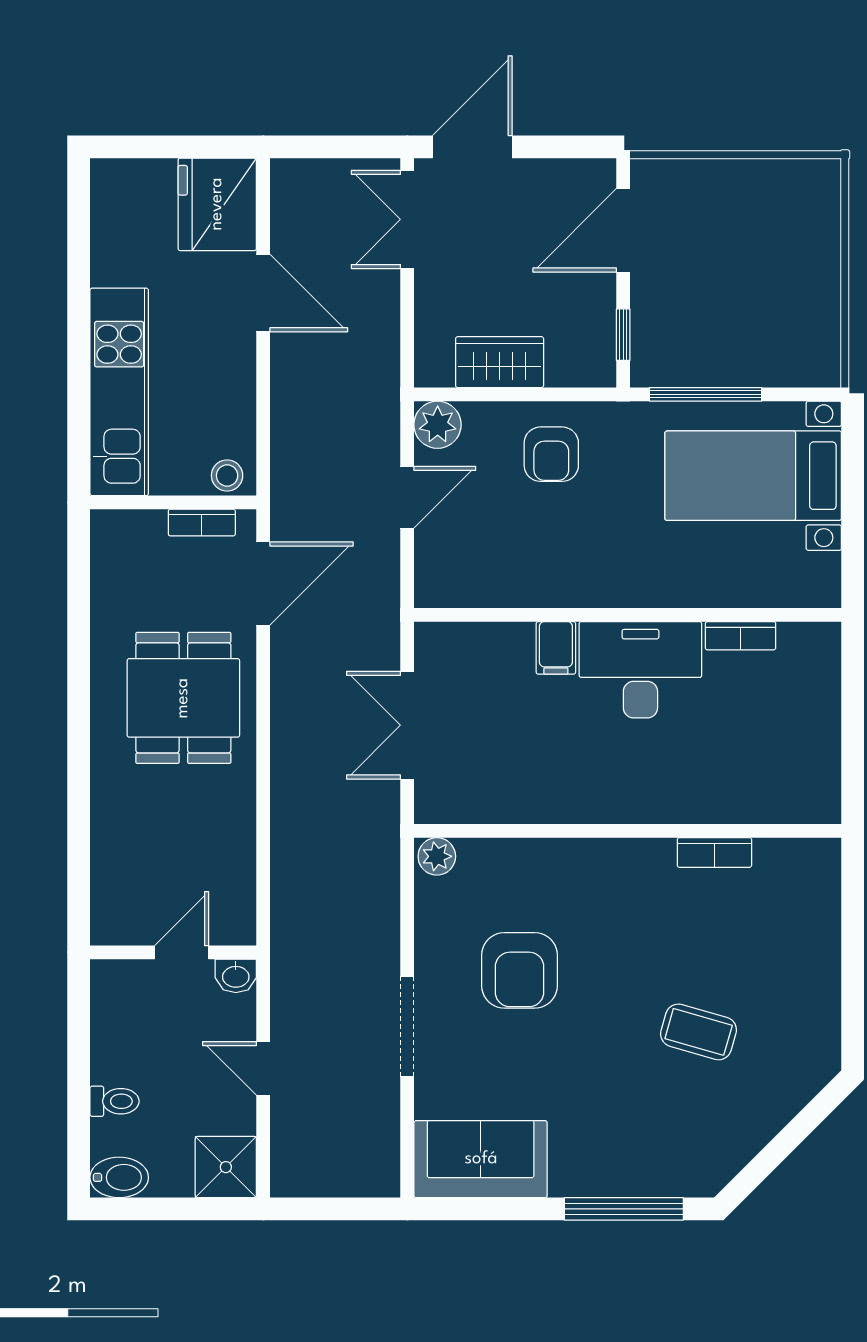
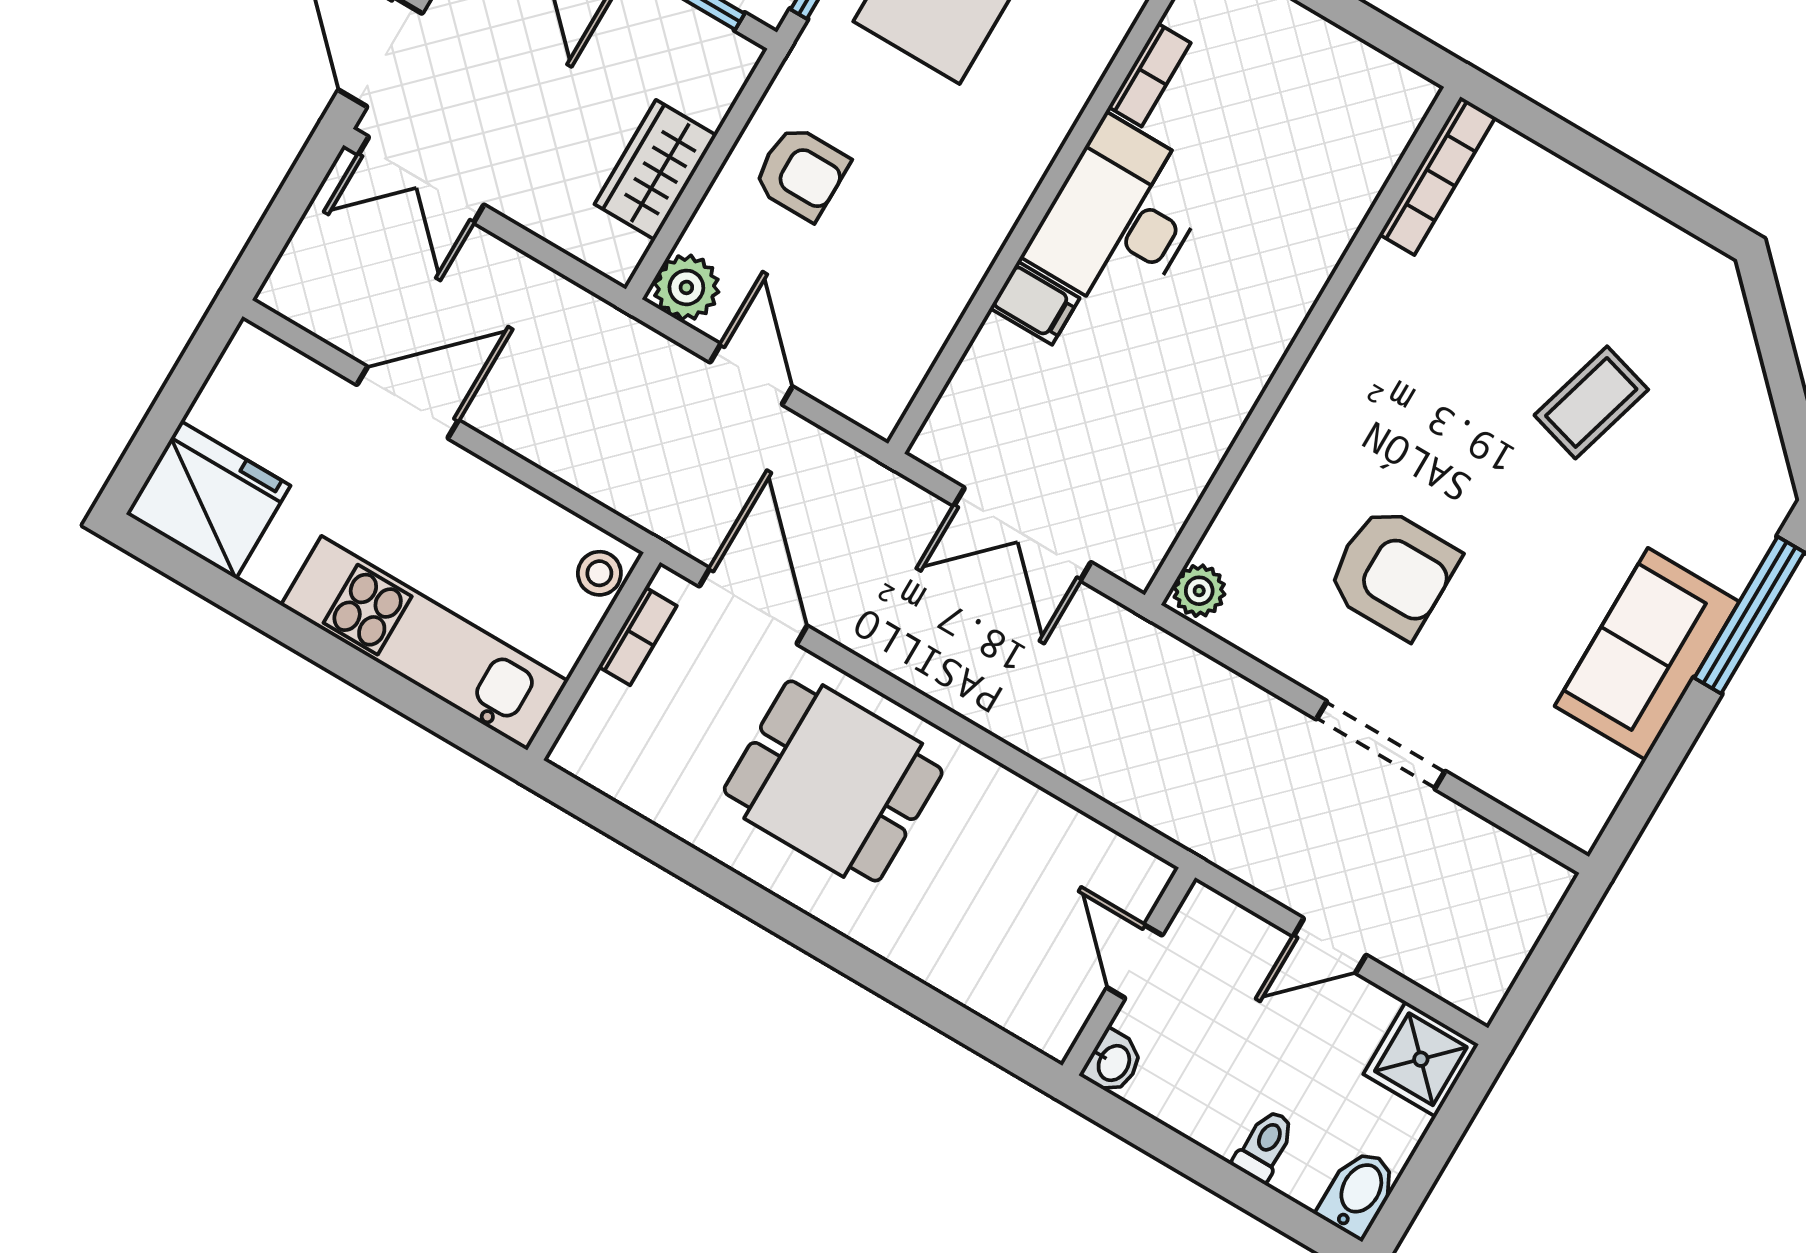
fridge: (217, 204) -> (208, 500), moved, turned 180
bookcase: (714, 852) -> (1437, 176), moved, width x1.56
washbasin: (236, 976) -> (1113, 1062), moved
sofa: (481, 1159) -> (1647, 654), moved

